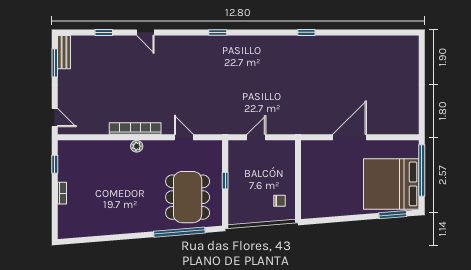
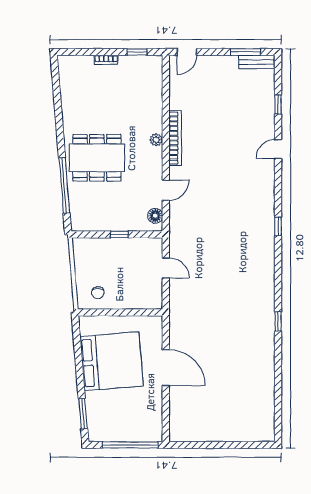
floor lamp: (208, 147) -> (155, 216), added
bed: (391, 184) -> (111, 361), moved, turned 85
dining table: (188, 197) -> (97, 158), moved

